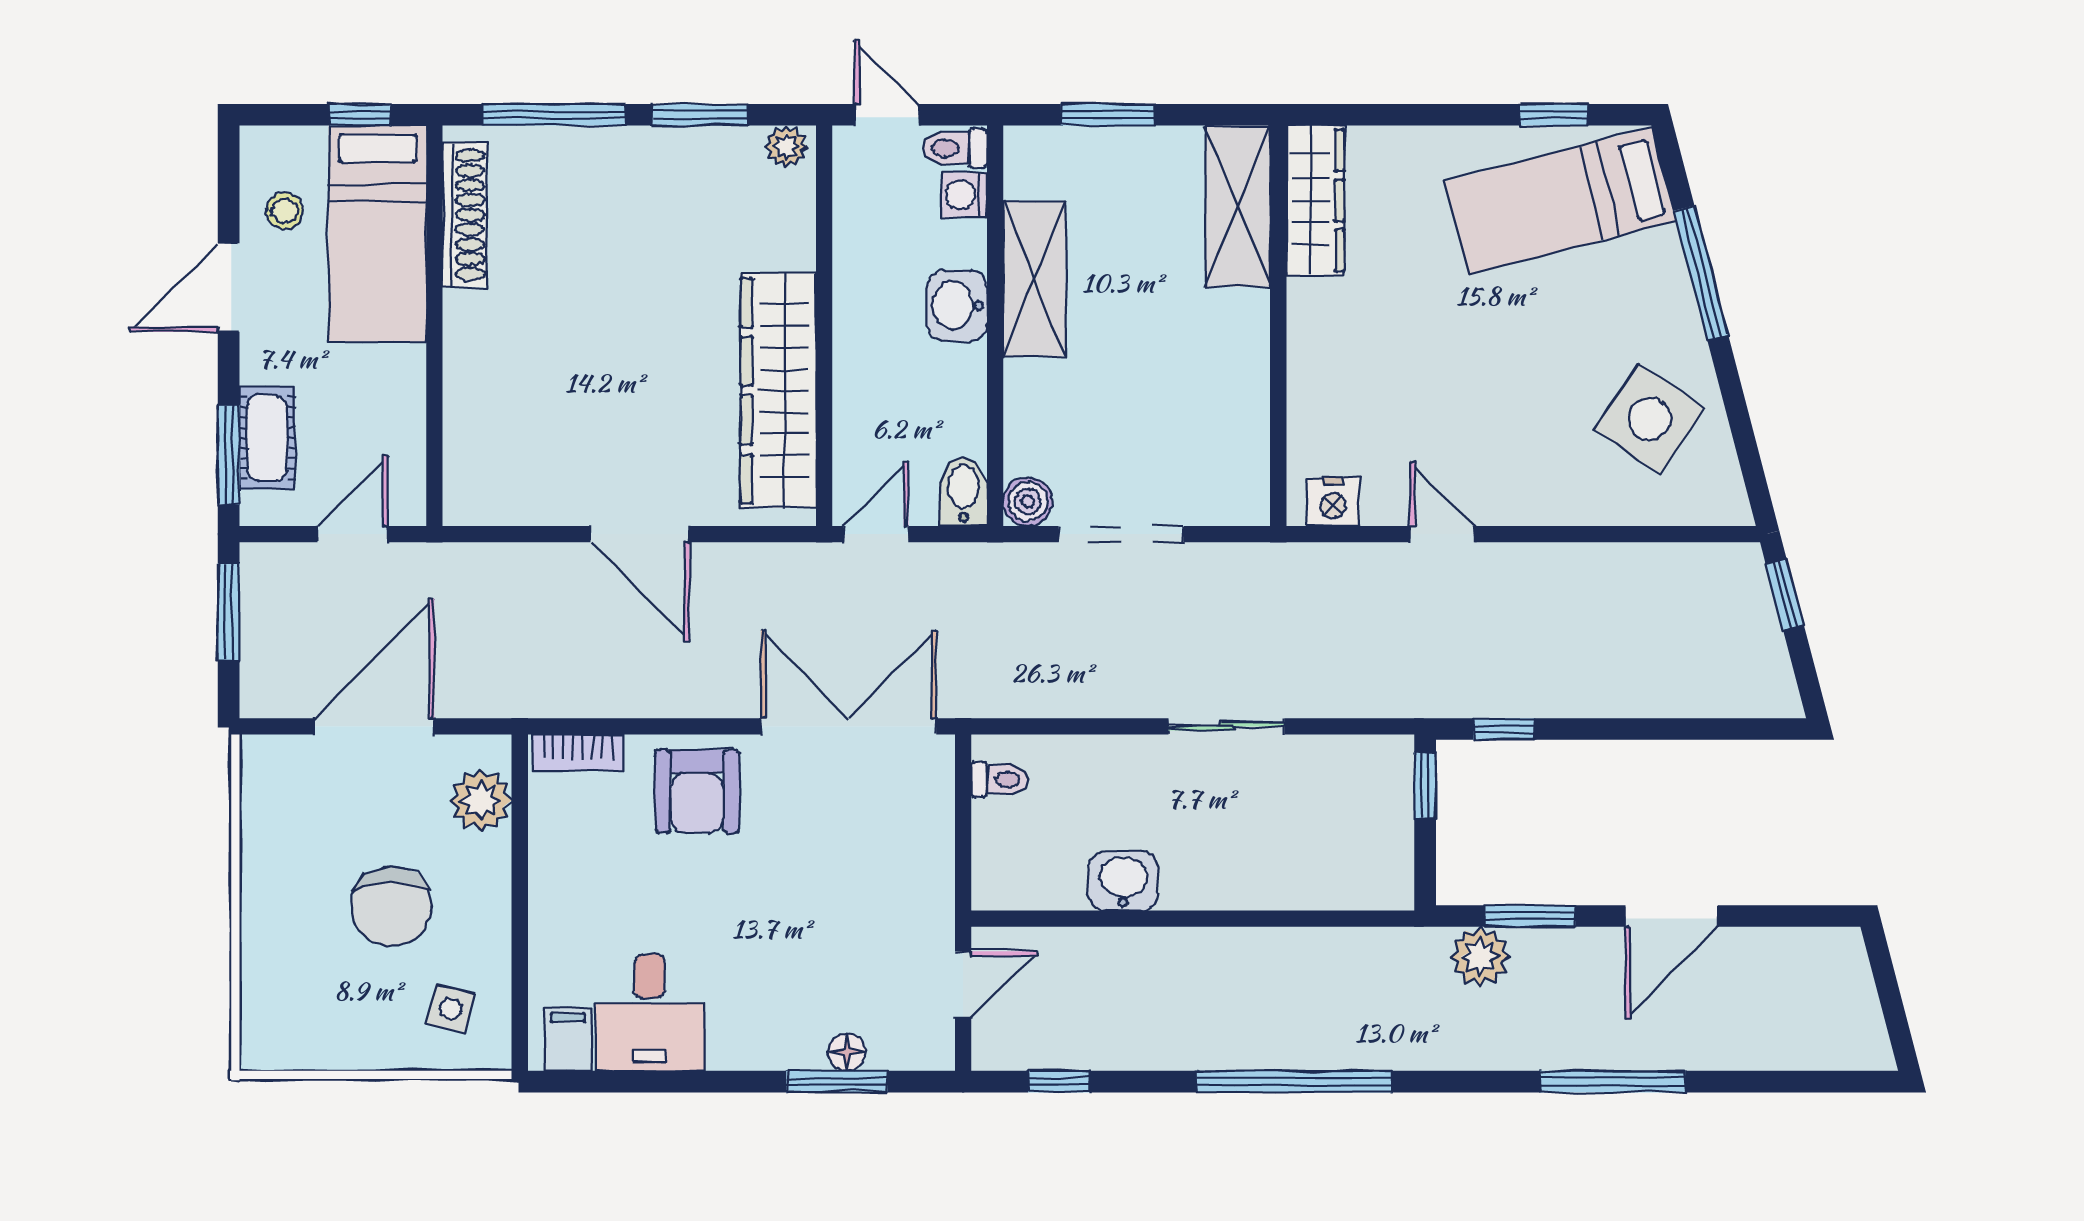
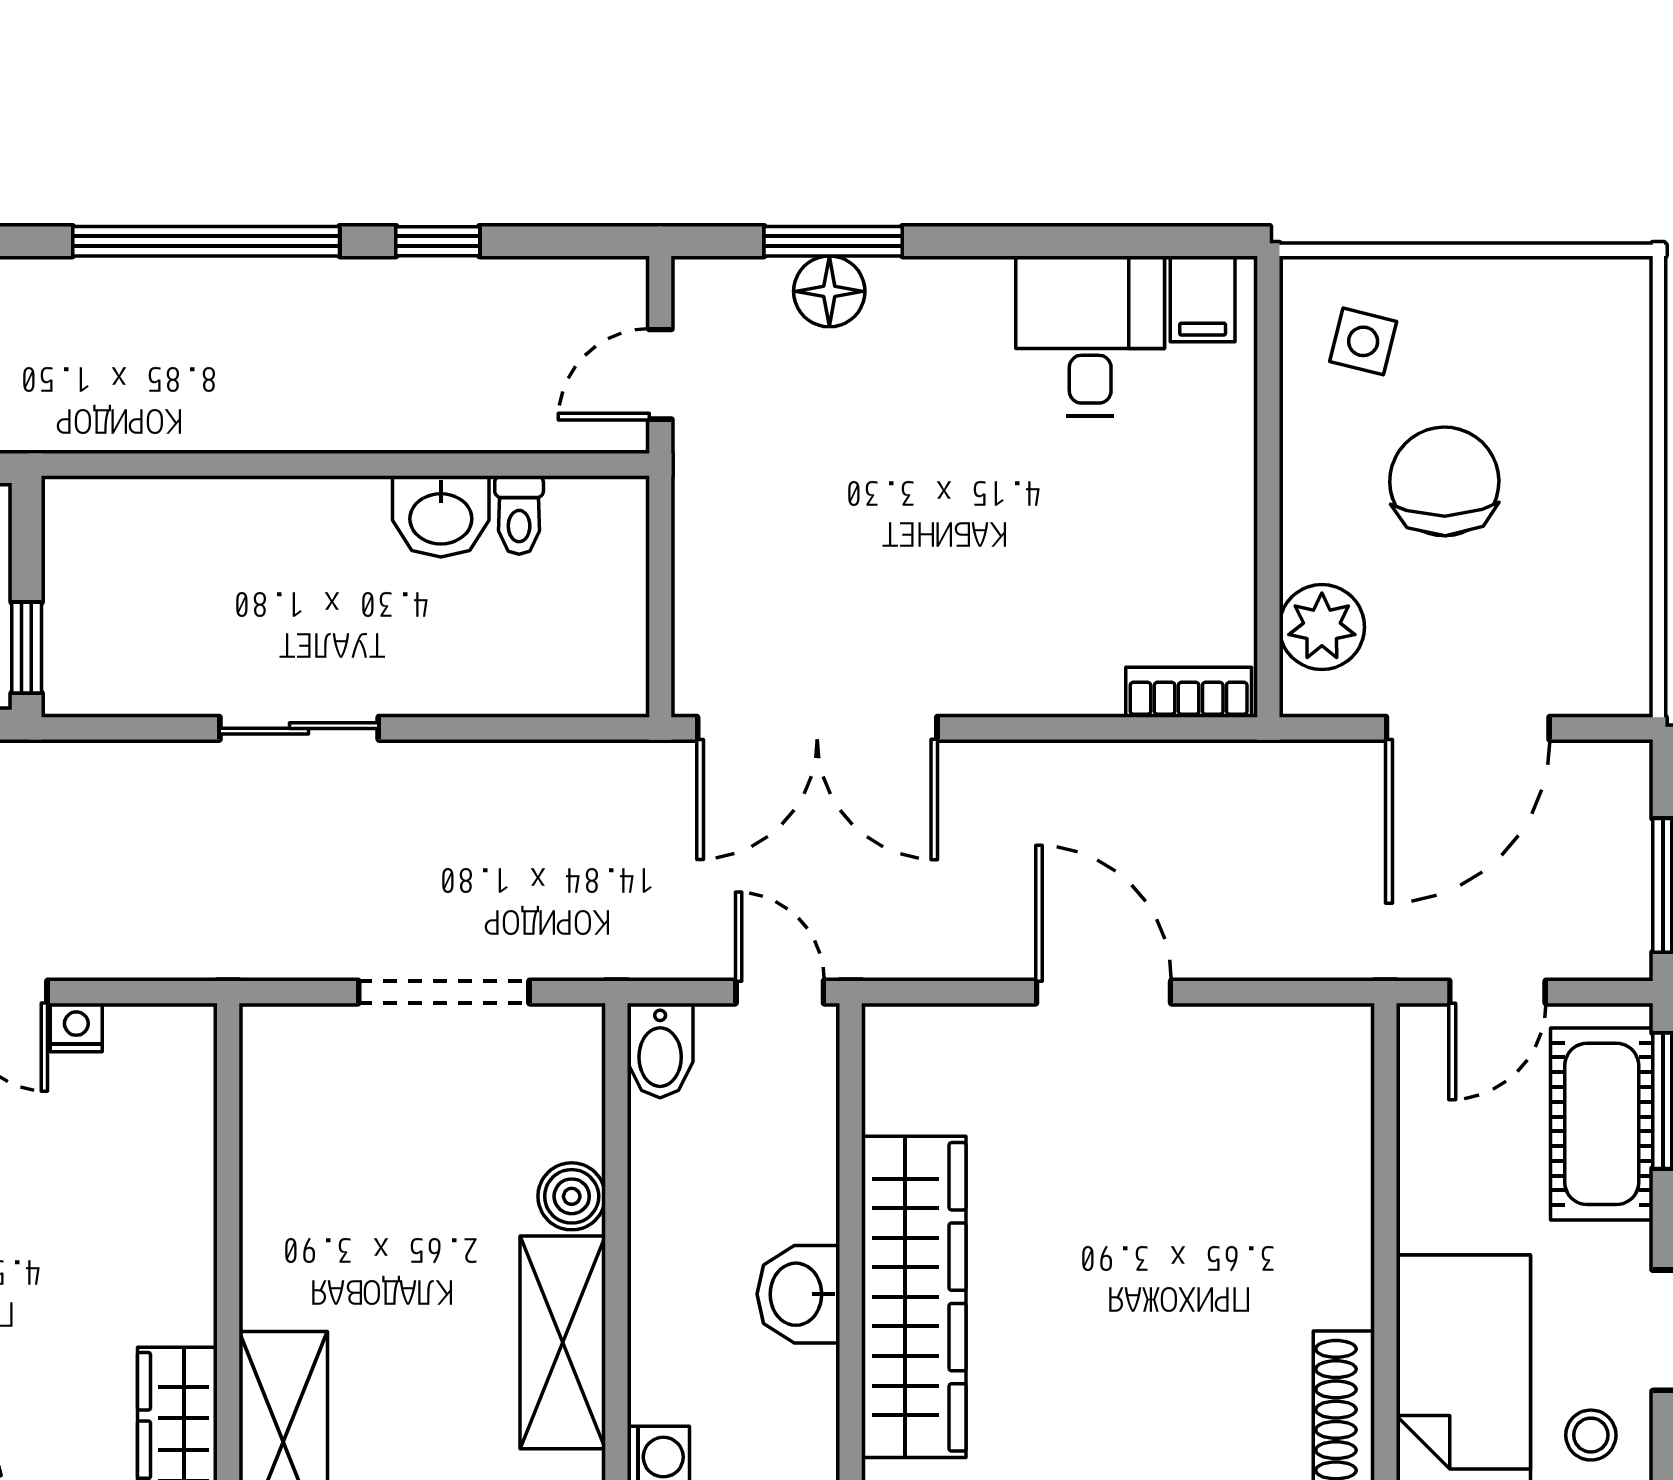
washbasin: (957, 305) -> (798, 1294), moved, turned 180
wardrobe: (778, 391) -> (914, 1297), moved
cot: (267, 438) -> (1602, 1124), width x1.37, depth x1.34
boiler: (1028, 502) -> (572, 1196), moved
nightstand: (1333, 502) -> (76, 1027), moved, width x0.72, depth x0.74
door: (876, 534) -> (780, 992), swing flipped
toilet: (1000, 780) -> (519, 515), moved, turned -90
armchair: (697, 791) -> (1025, 639), removed
floor lamp: (847, 1052) -> (829, 291), width x1.37, depth x1.37
window: (1059, 1082) -> (438, 241), moved

